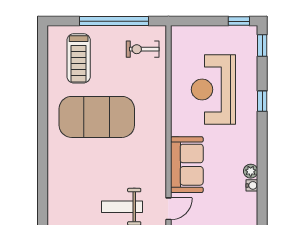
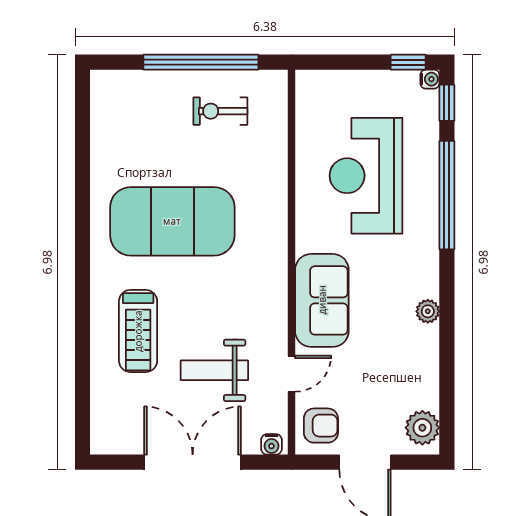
exercise bike: (143, 49) -> (220, 111), moved
treadmill: (79, 58) -> (138, 331), moved
window: (262, 101) -> (447, 195), width x3.17
water cooler: (252, 185) -> (430, 79), moved

